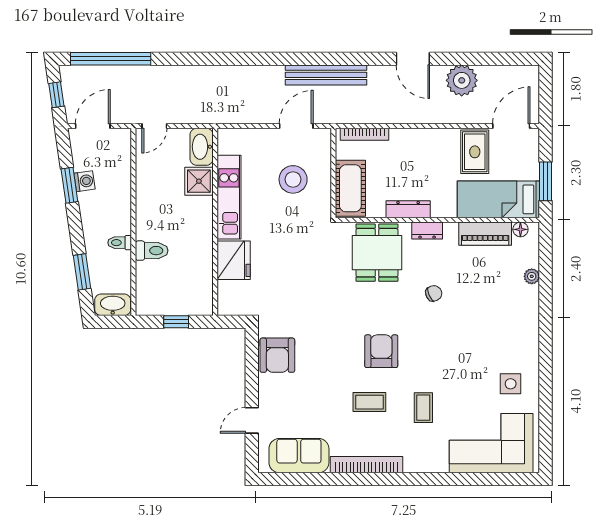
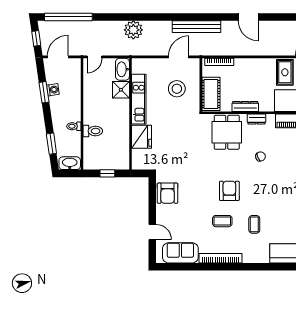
plant: (462, 80) -> (133, 30), moved
door: (252, 420) -> (152, 232), swing flipped

